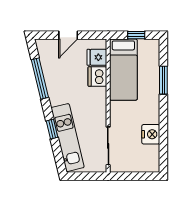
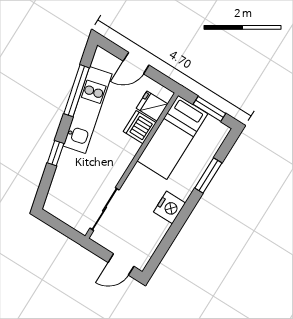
window: (136, 35) -> (209, 109), width x1.50
nightstand: (151, 134) -> (169, 207), moved
kitchen unit: (68, 138) -> (88, 110), moved
door: (142, 176) -> (121, 264), added

